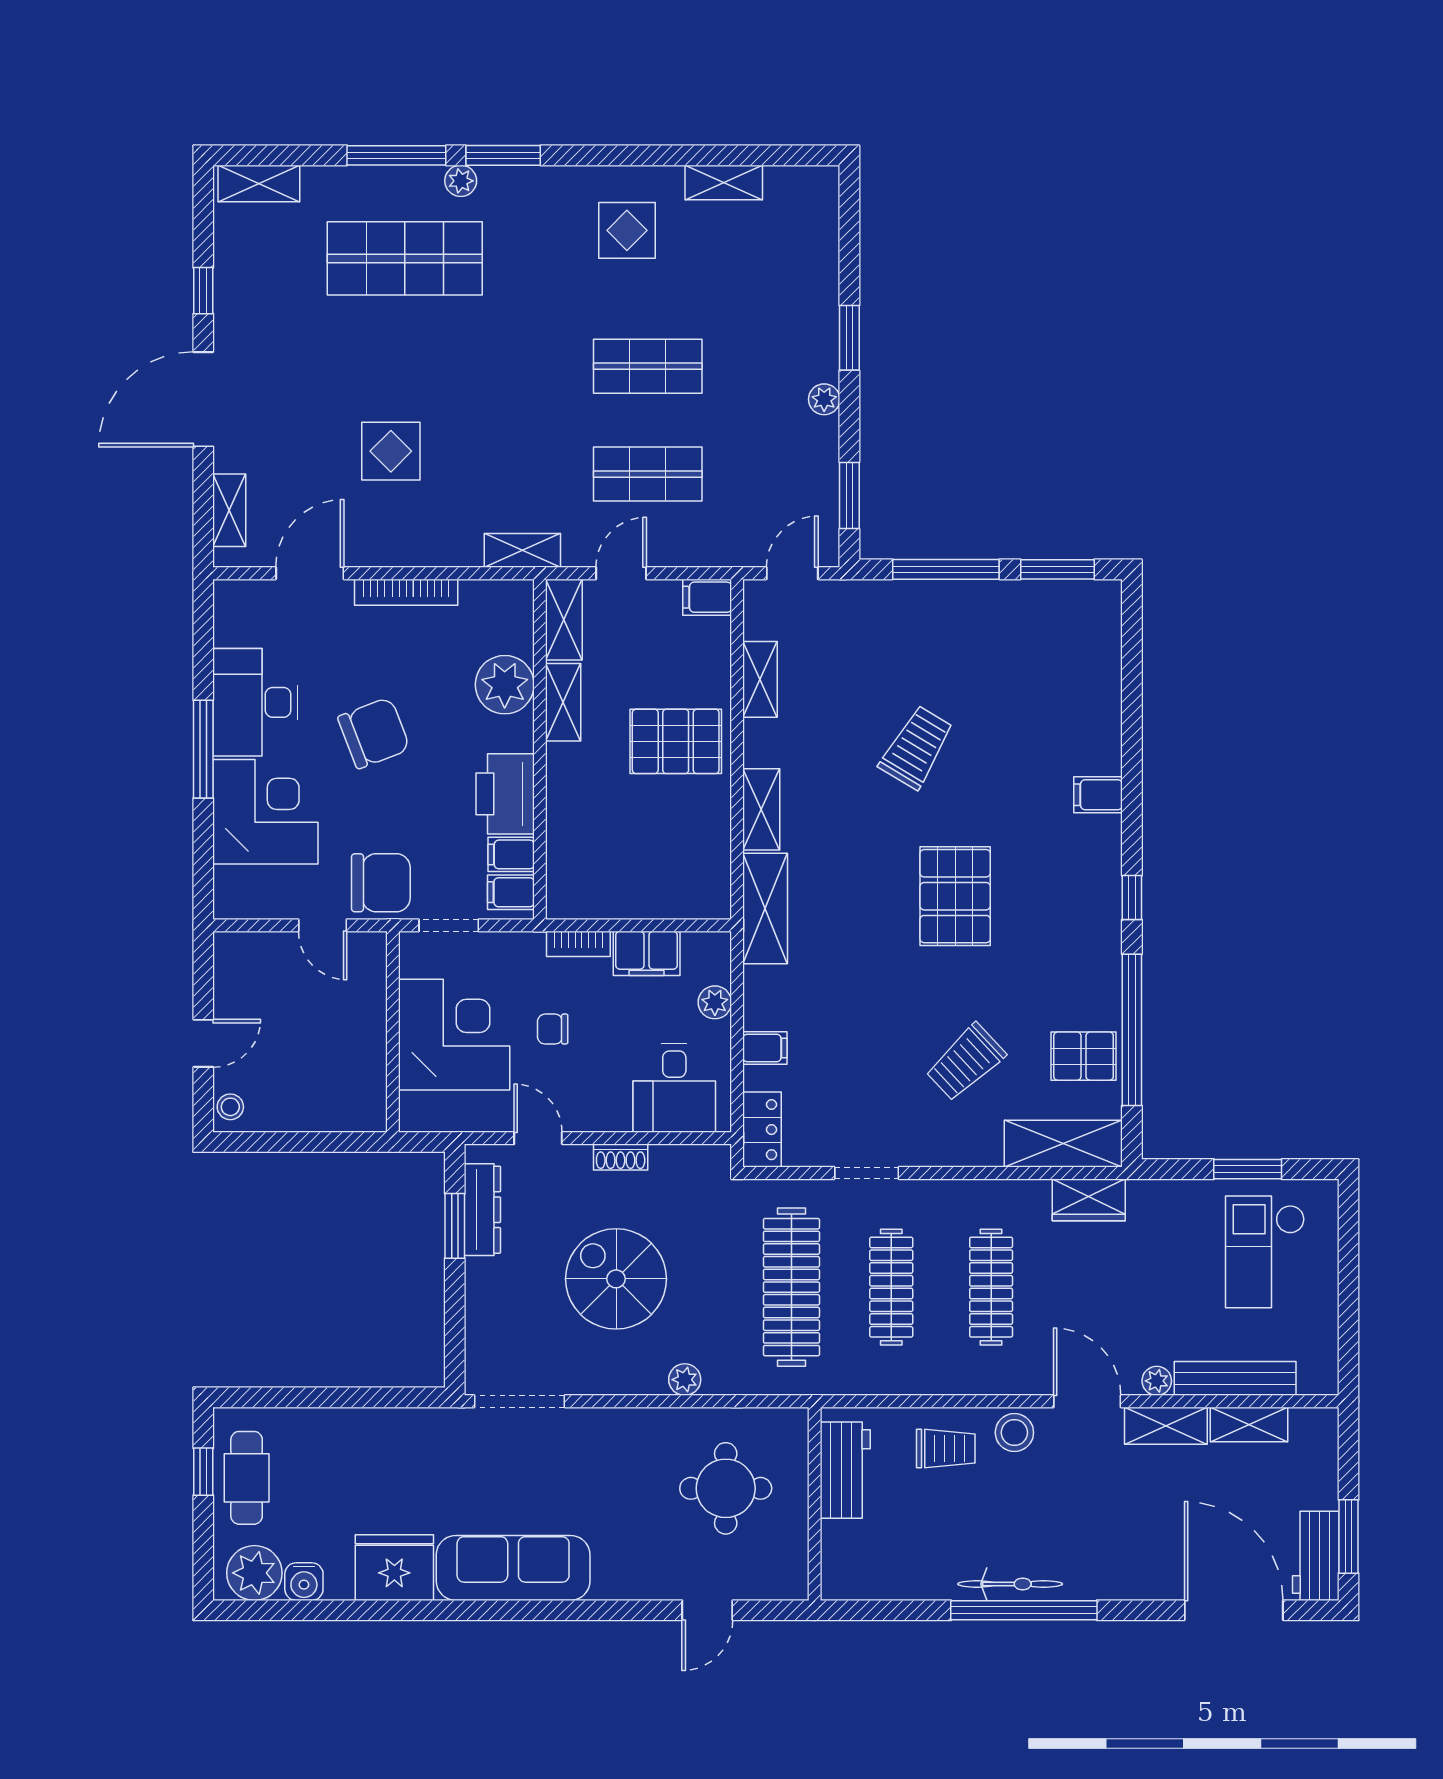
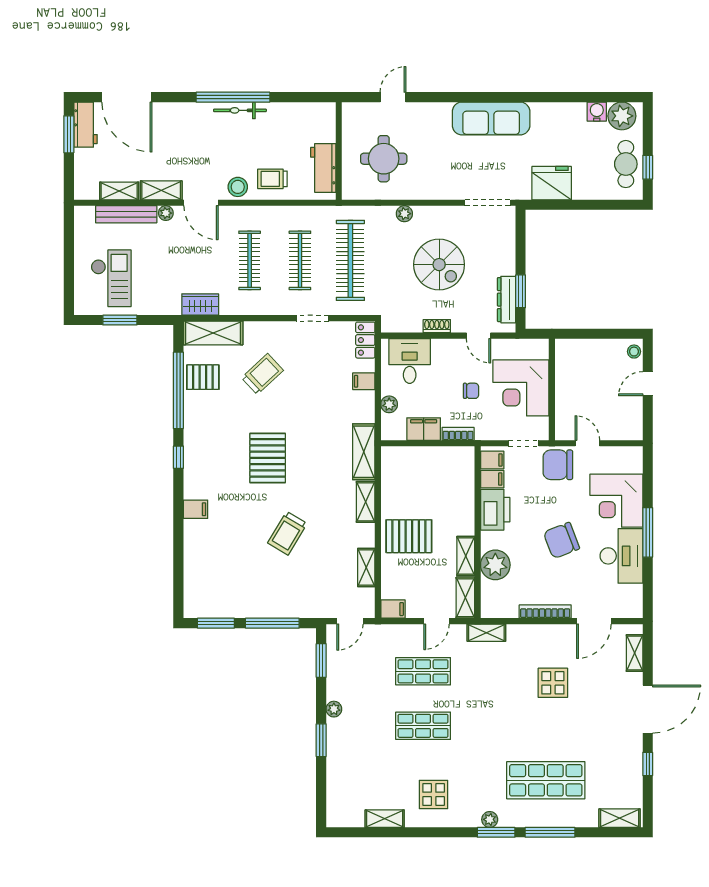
plant: (461, 181) -> (490, 819), moved
fridge: (394, 1568) -> (552, 183), moved, turned 180

